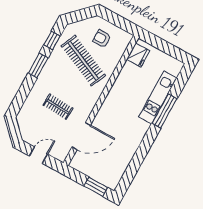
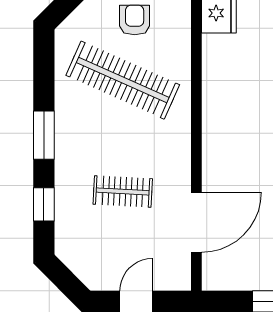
armchair: (102, 39) -> (135, 20), turned 90
window: (52, 40) -> (44, 204), moved

